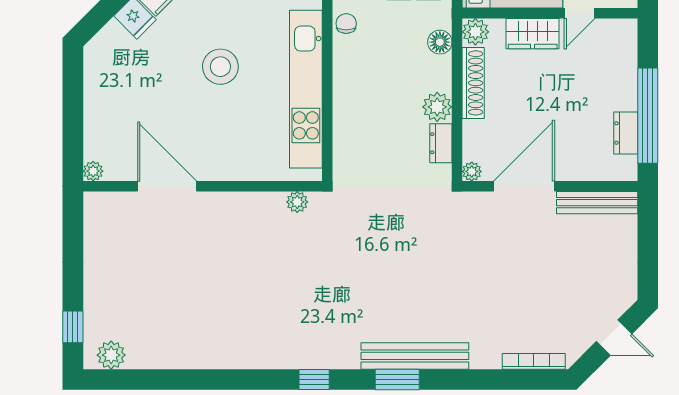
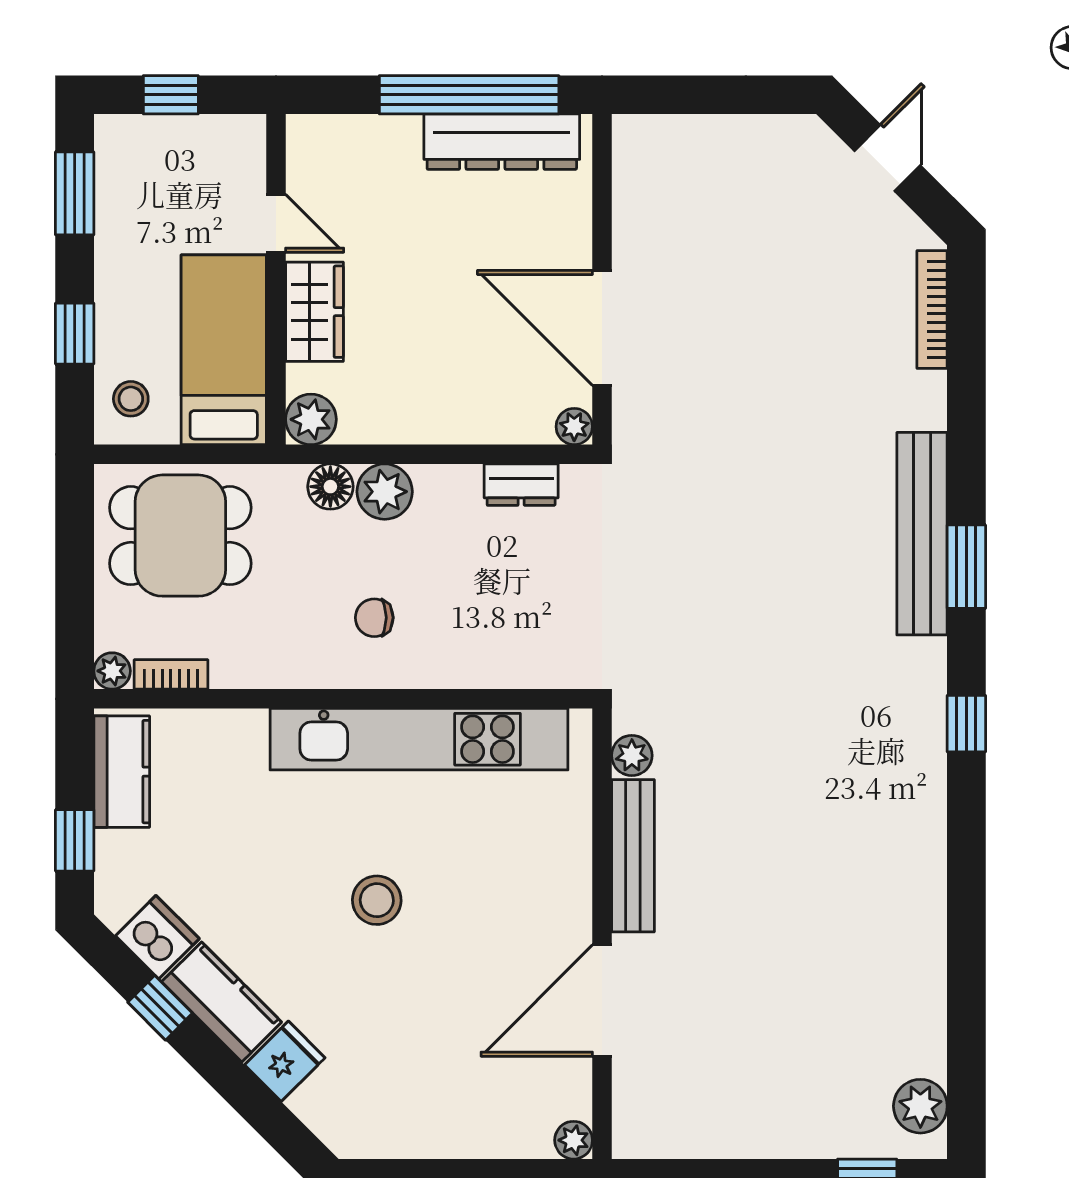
chair: (346, 24) -> (374, 618), moved
stool: (220, 67) -> (377, 900), width x0.73, depth x0.73
shoe rack: (473, 83) -> (407, 424), removed
plant: (437, 107) -> (385, 492), moved
dresser: (626, 133) -> (502, 142), width x1.96, depth x1.24
bench: (597, 203) -> (633, 856), moved

